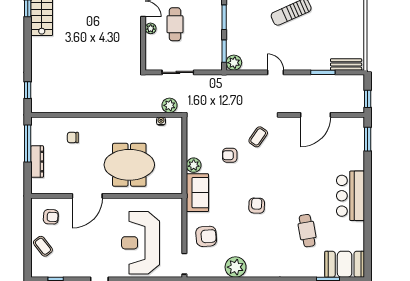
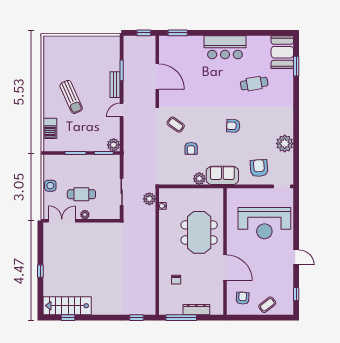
bench: (346, 64) -> (115, 85), moved

